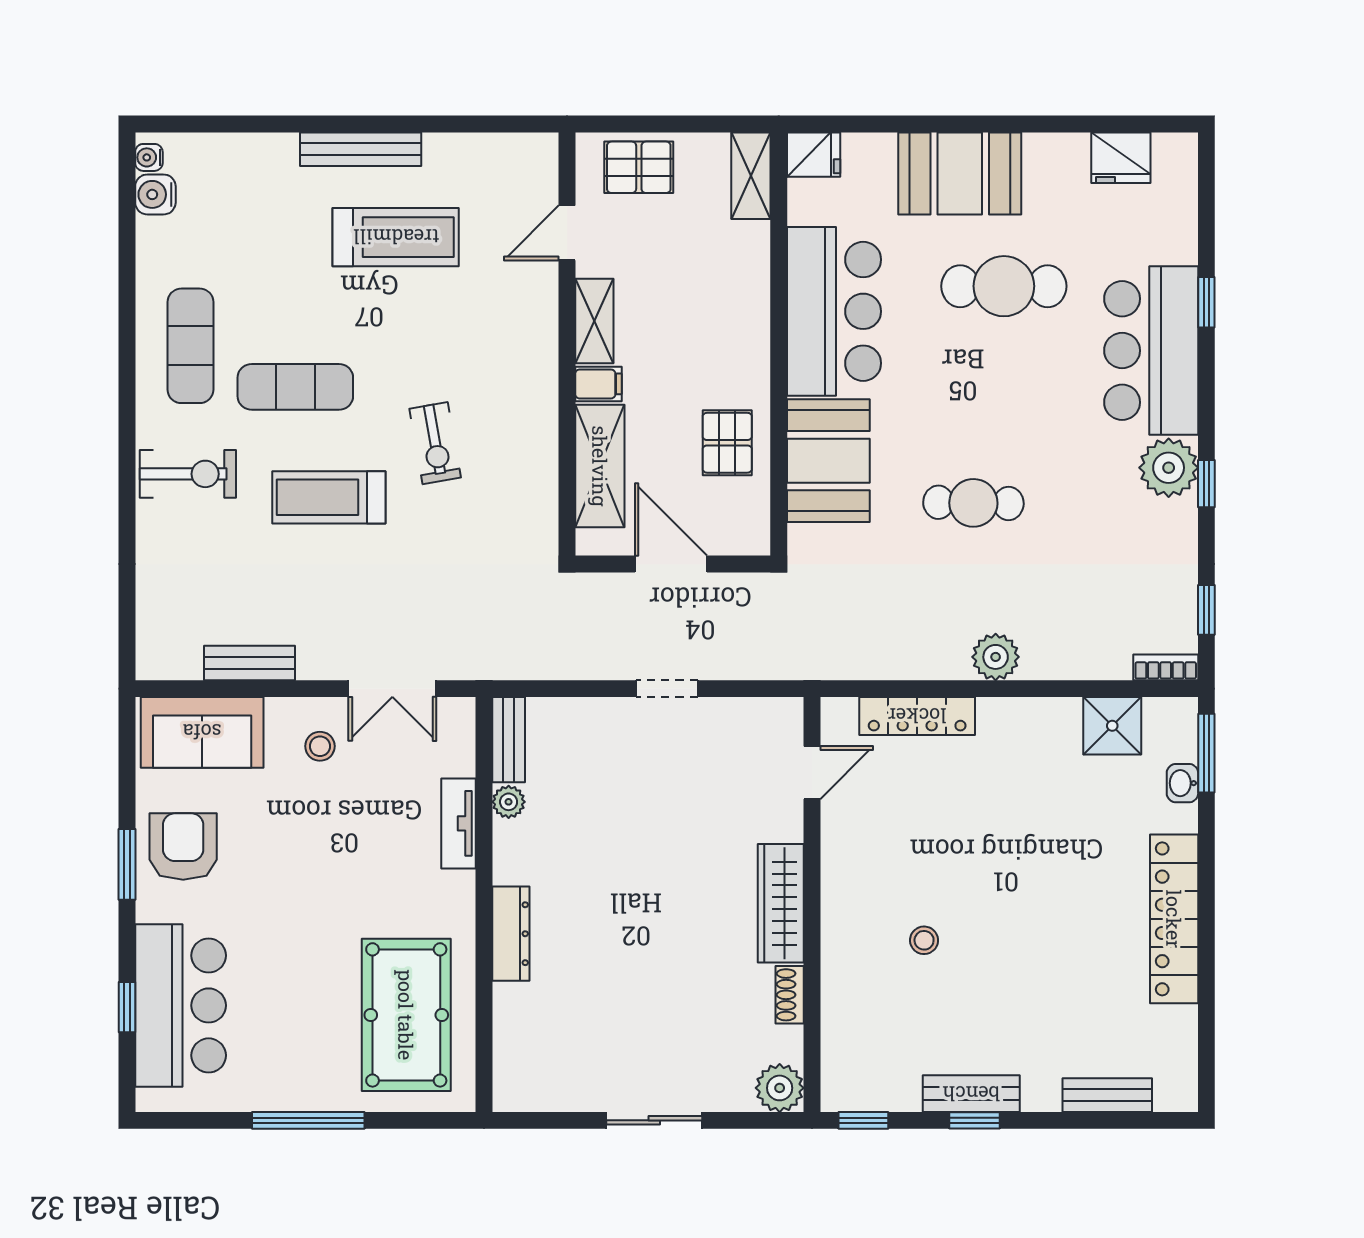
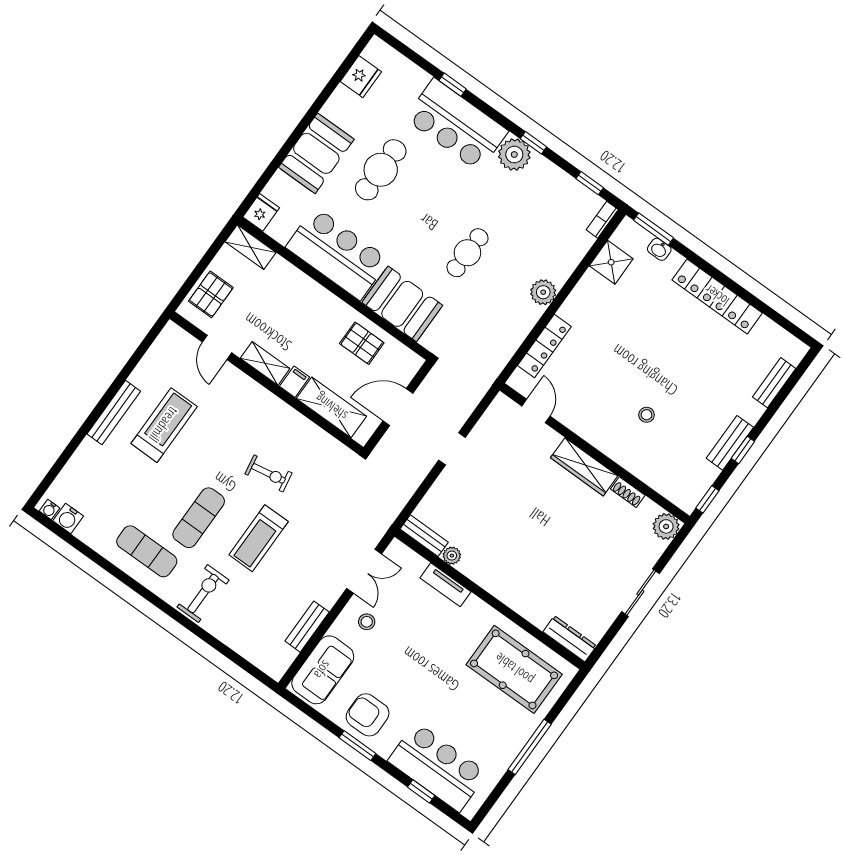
dresser: (511, 934) -> (570, 639), moved

